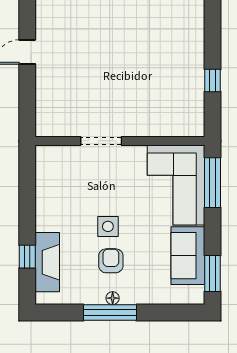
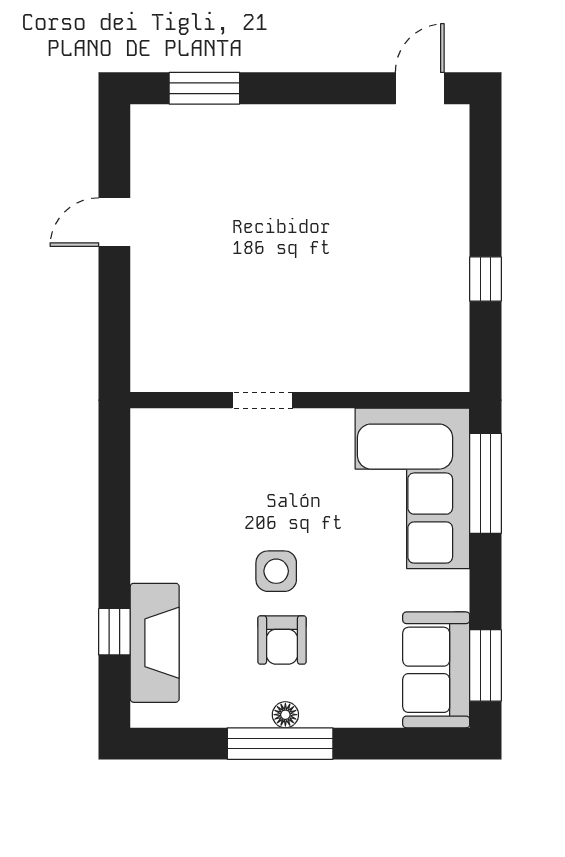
doorway: (101, 141) -> (262, 400), width x0.73
sofa: (188, 256) -> (436, 670), moved
armchair: (111, 261) -> (282, 640), turned 180

